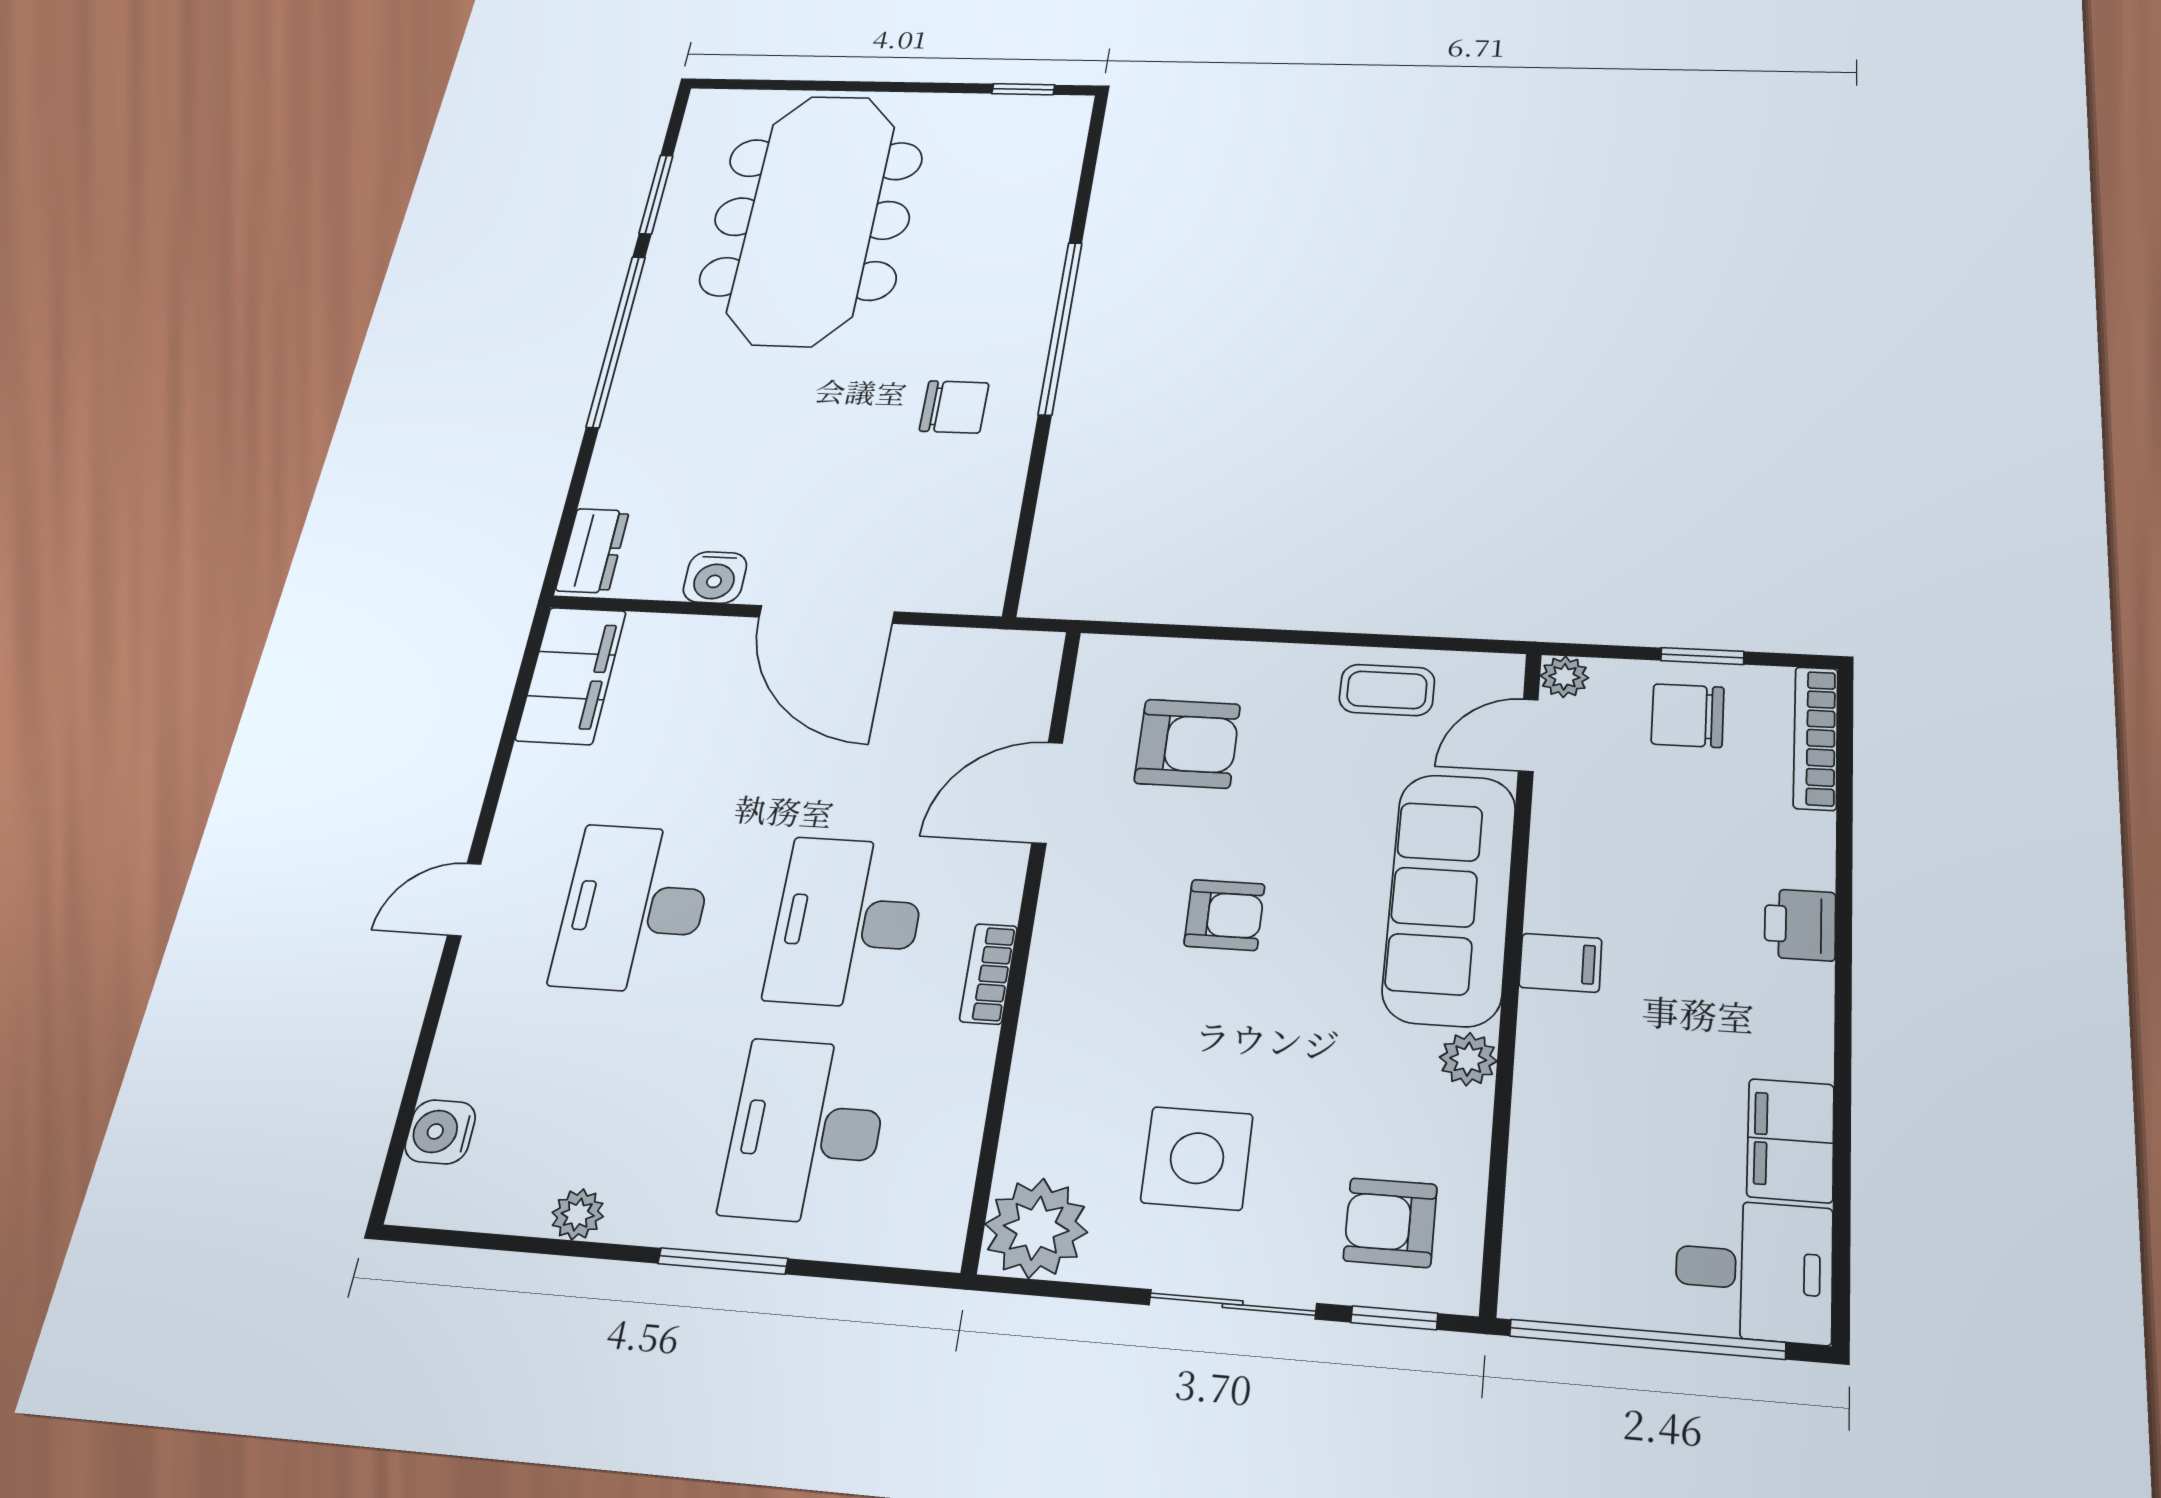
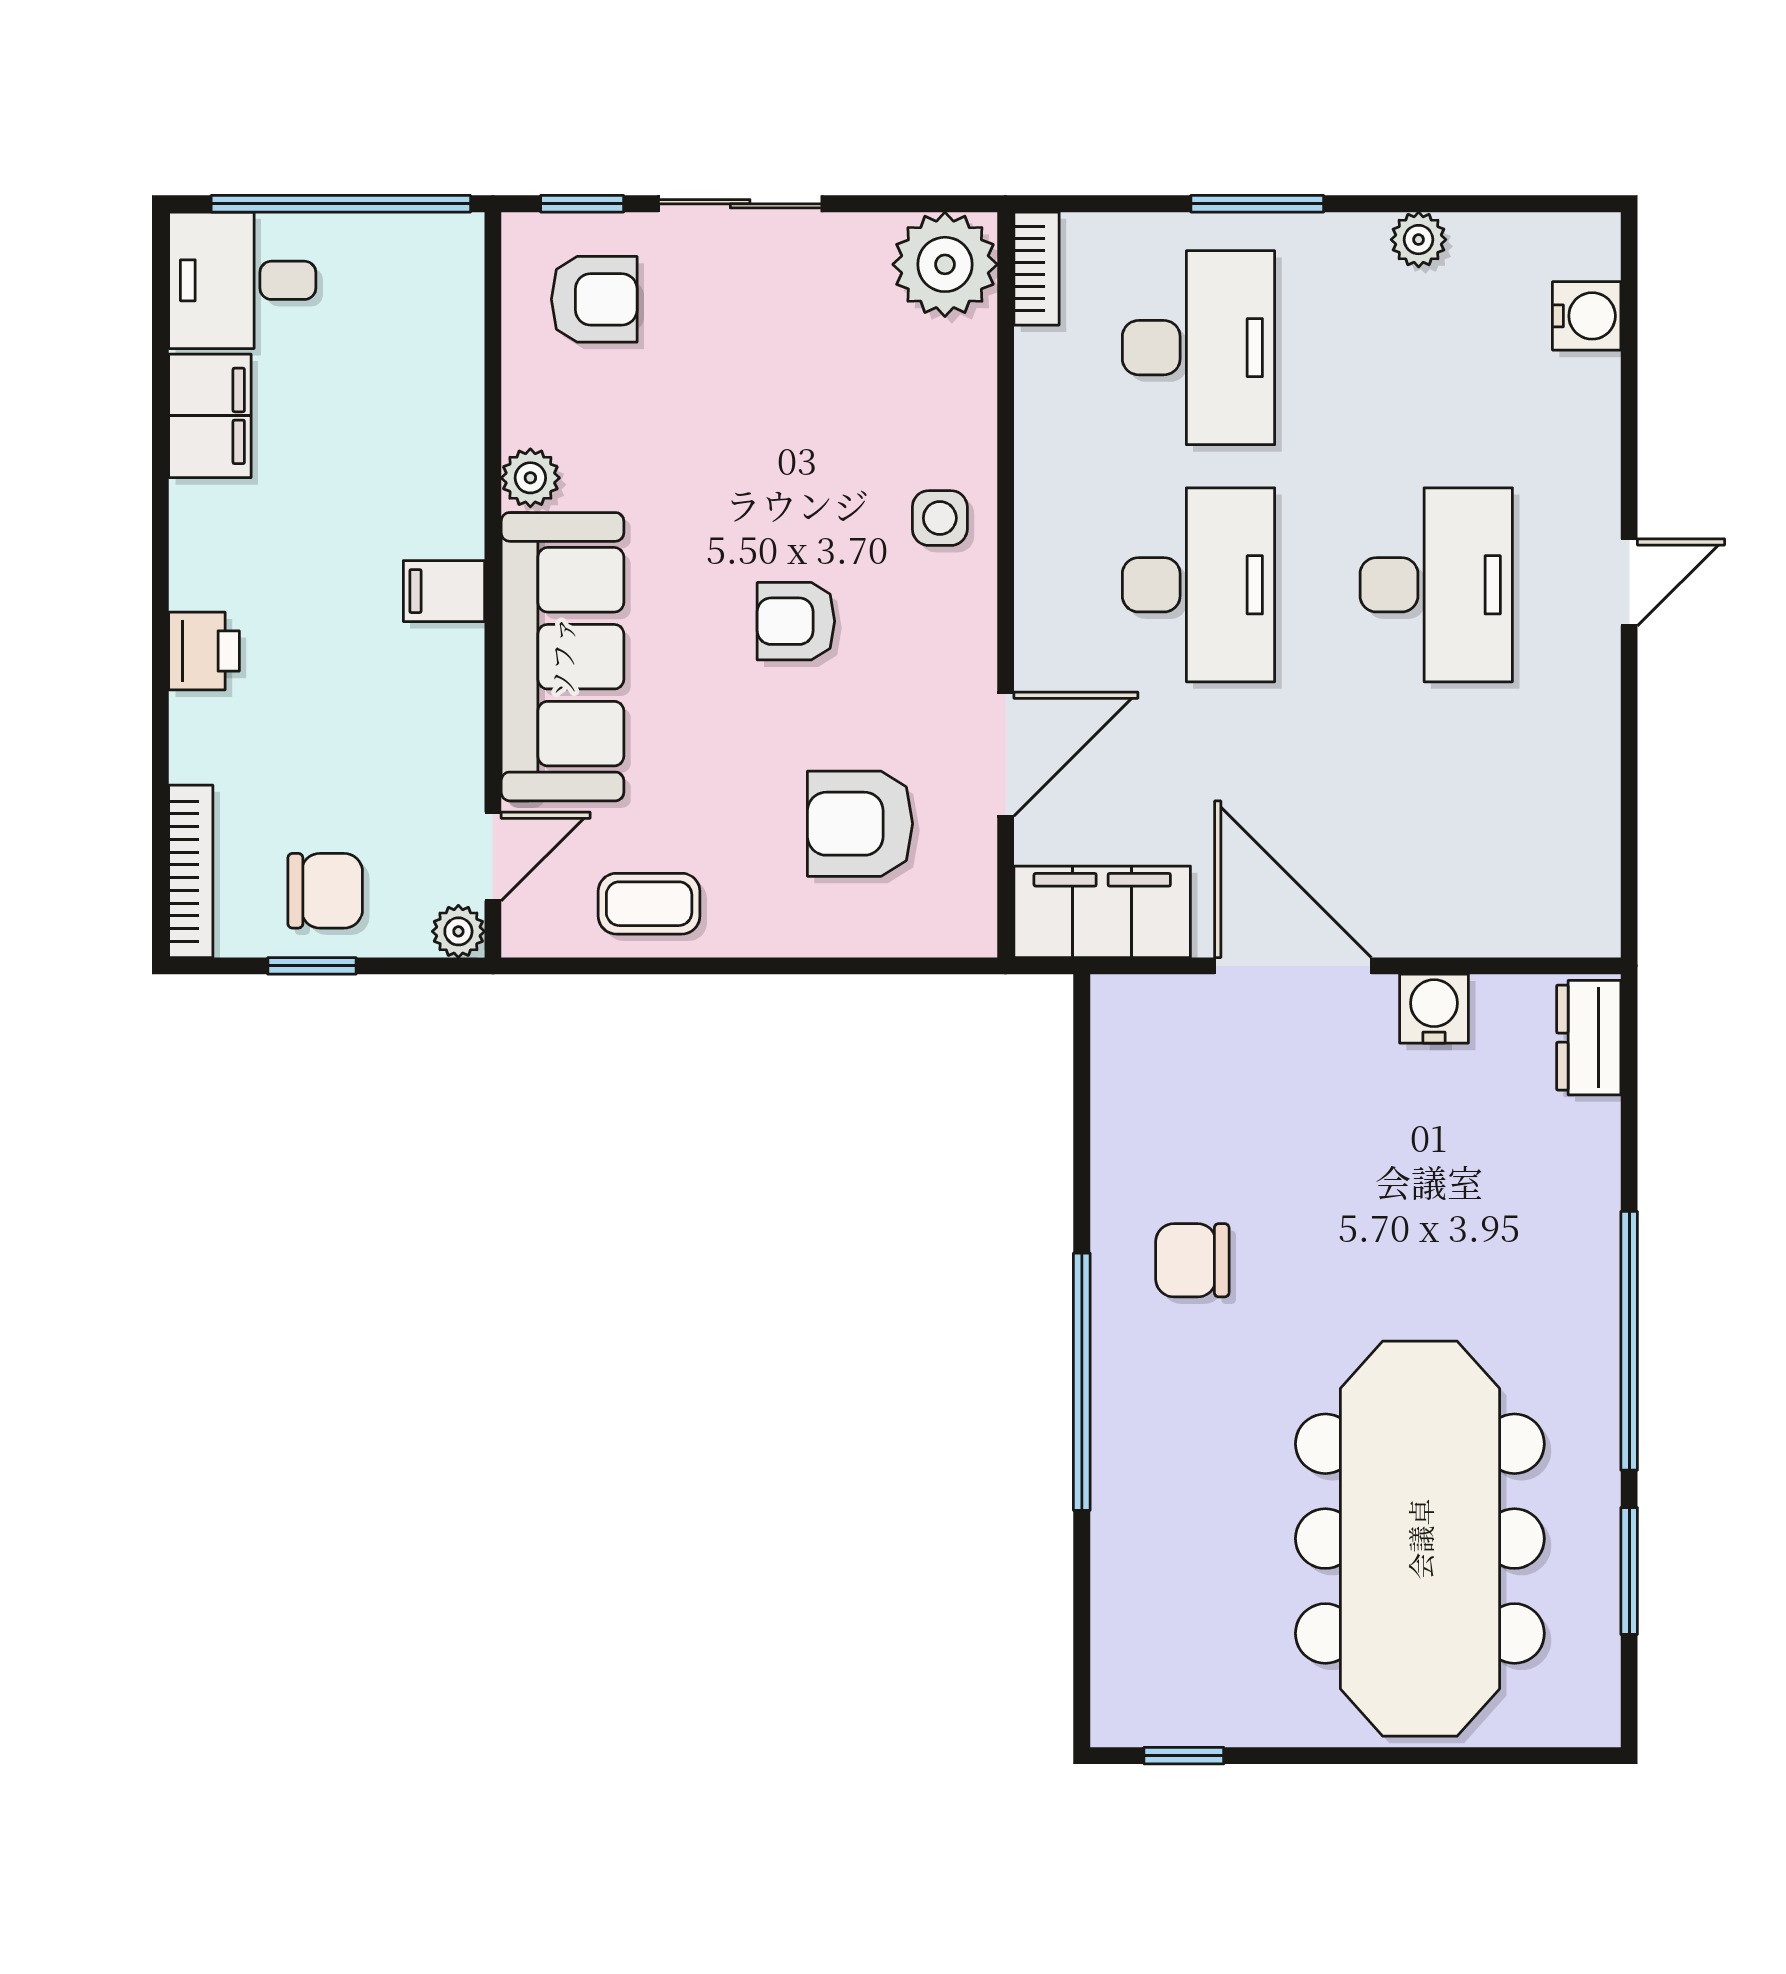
filing cabinet: (571, 675) -> (1102, 912), moved, turned 90
bookcase: (988, 974) -> (1036, 269), moved
side table: (1197, 1158) -> (940, 518), moved, width x0.54, depth x0.54

